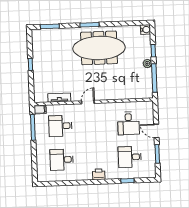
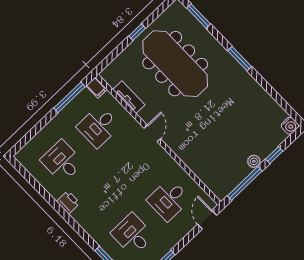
meeting table: (99, 48) -> (175, 64), moved
door: (88, 102) -> (152, 133), hinge flipped
desk: (60, 126) -> (98, 126), turned -90
door: (156, 131) -> (207, 220), moved
printer: (99, 174) -> (68, 202), moved

